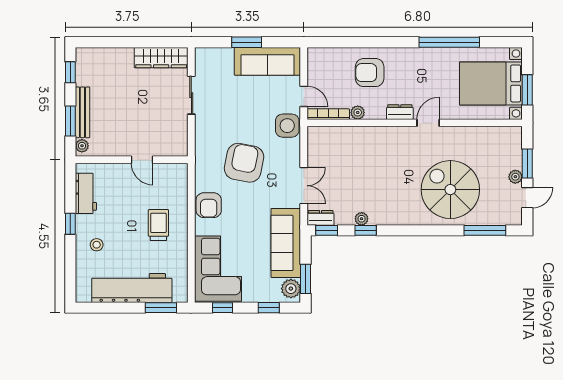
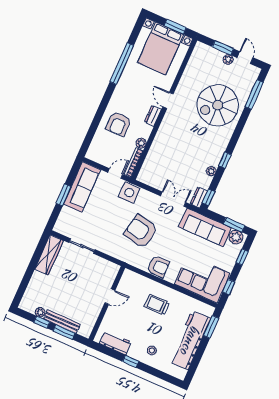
window: (70, 72) -> (42, 322), moved
plant: (82, 146) -> (40, 312), moved
window: (366, 230) -> (225, 160), moved

